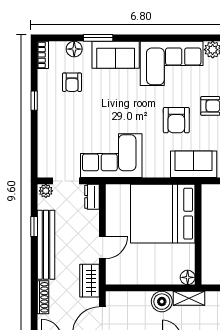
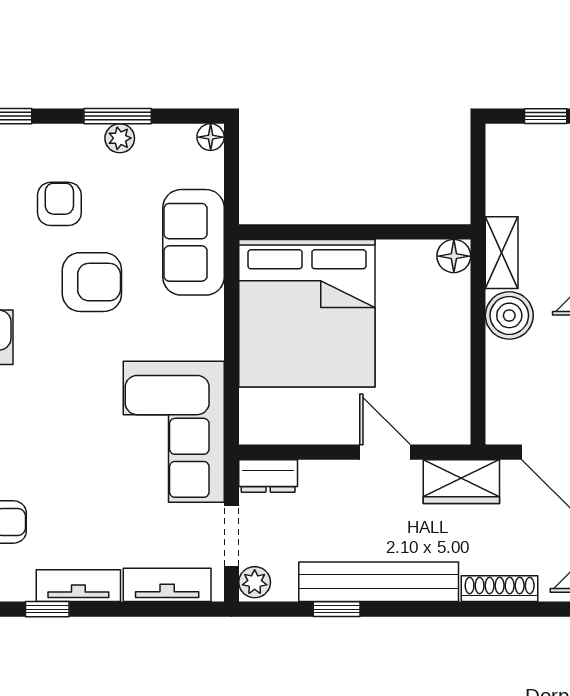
tv unit: (44, 114) -> (78, 586), added
tv unit: (45, 153) -> (167, 585), added

